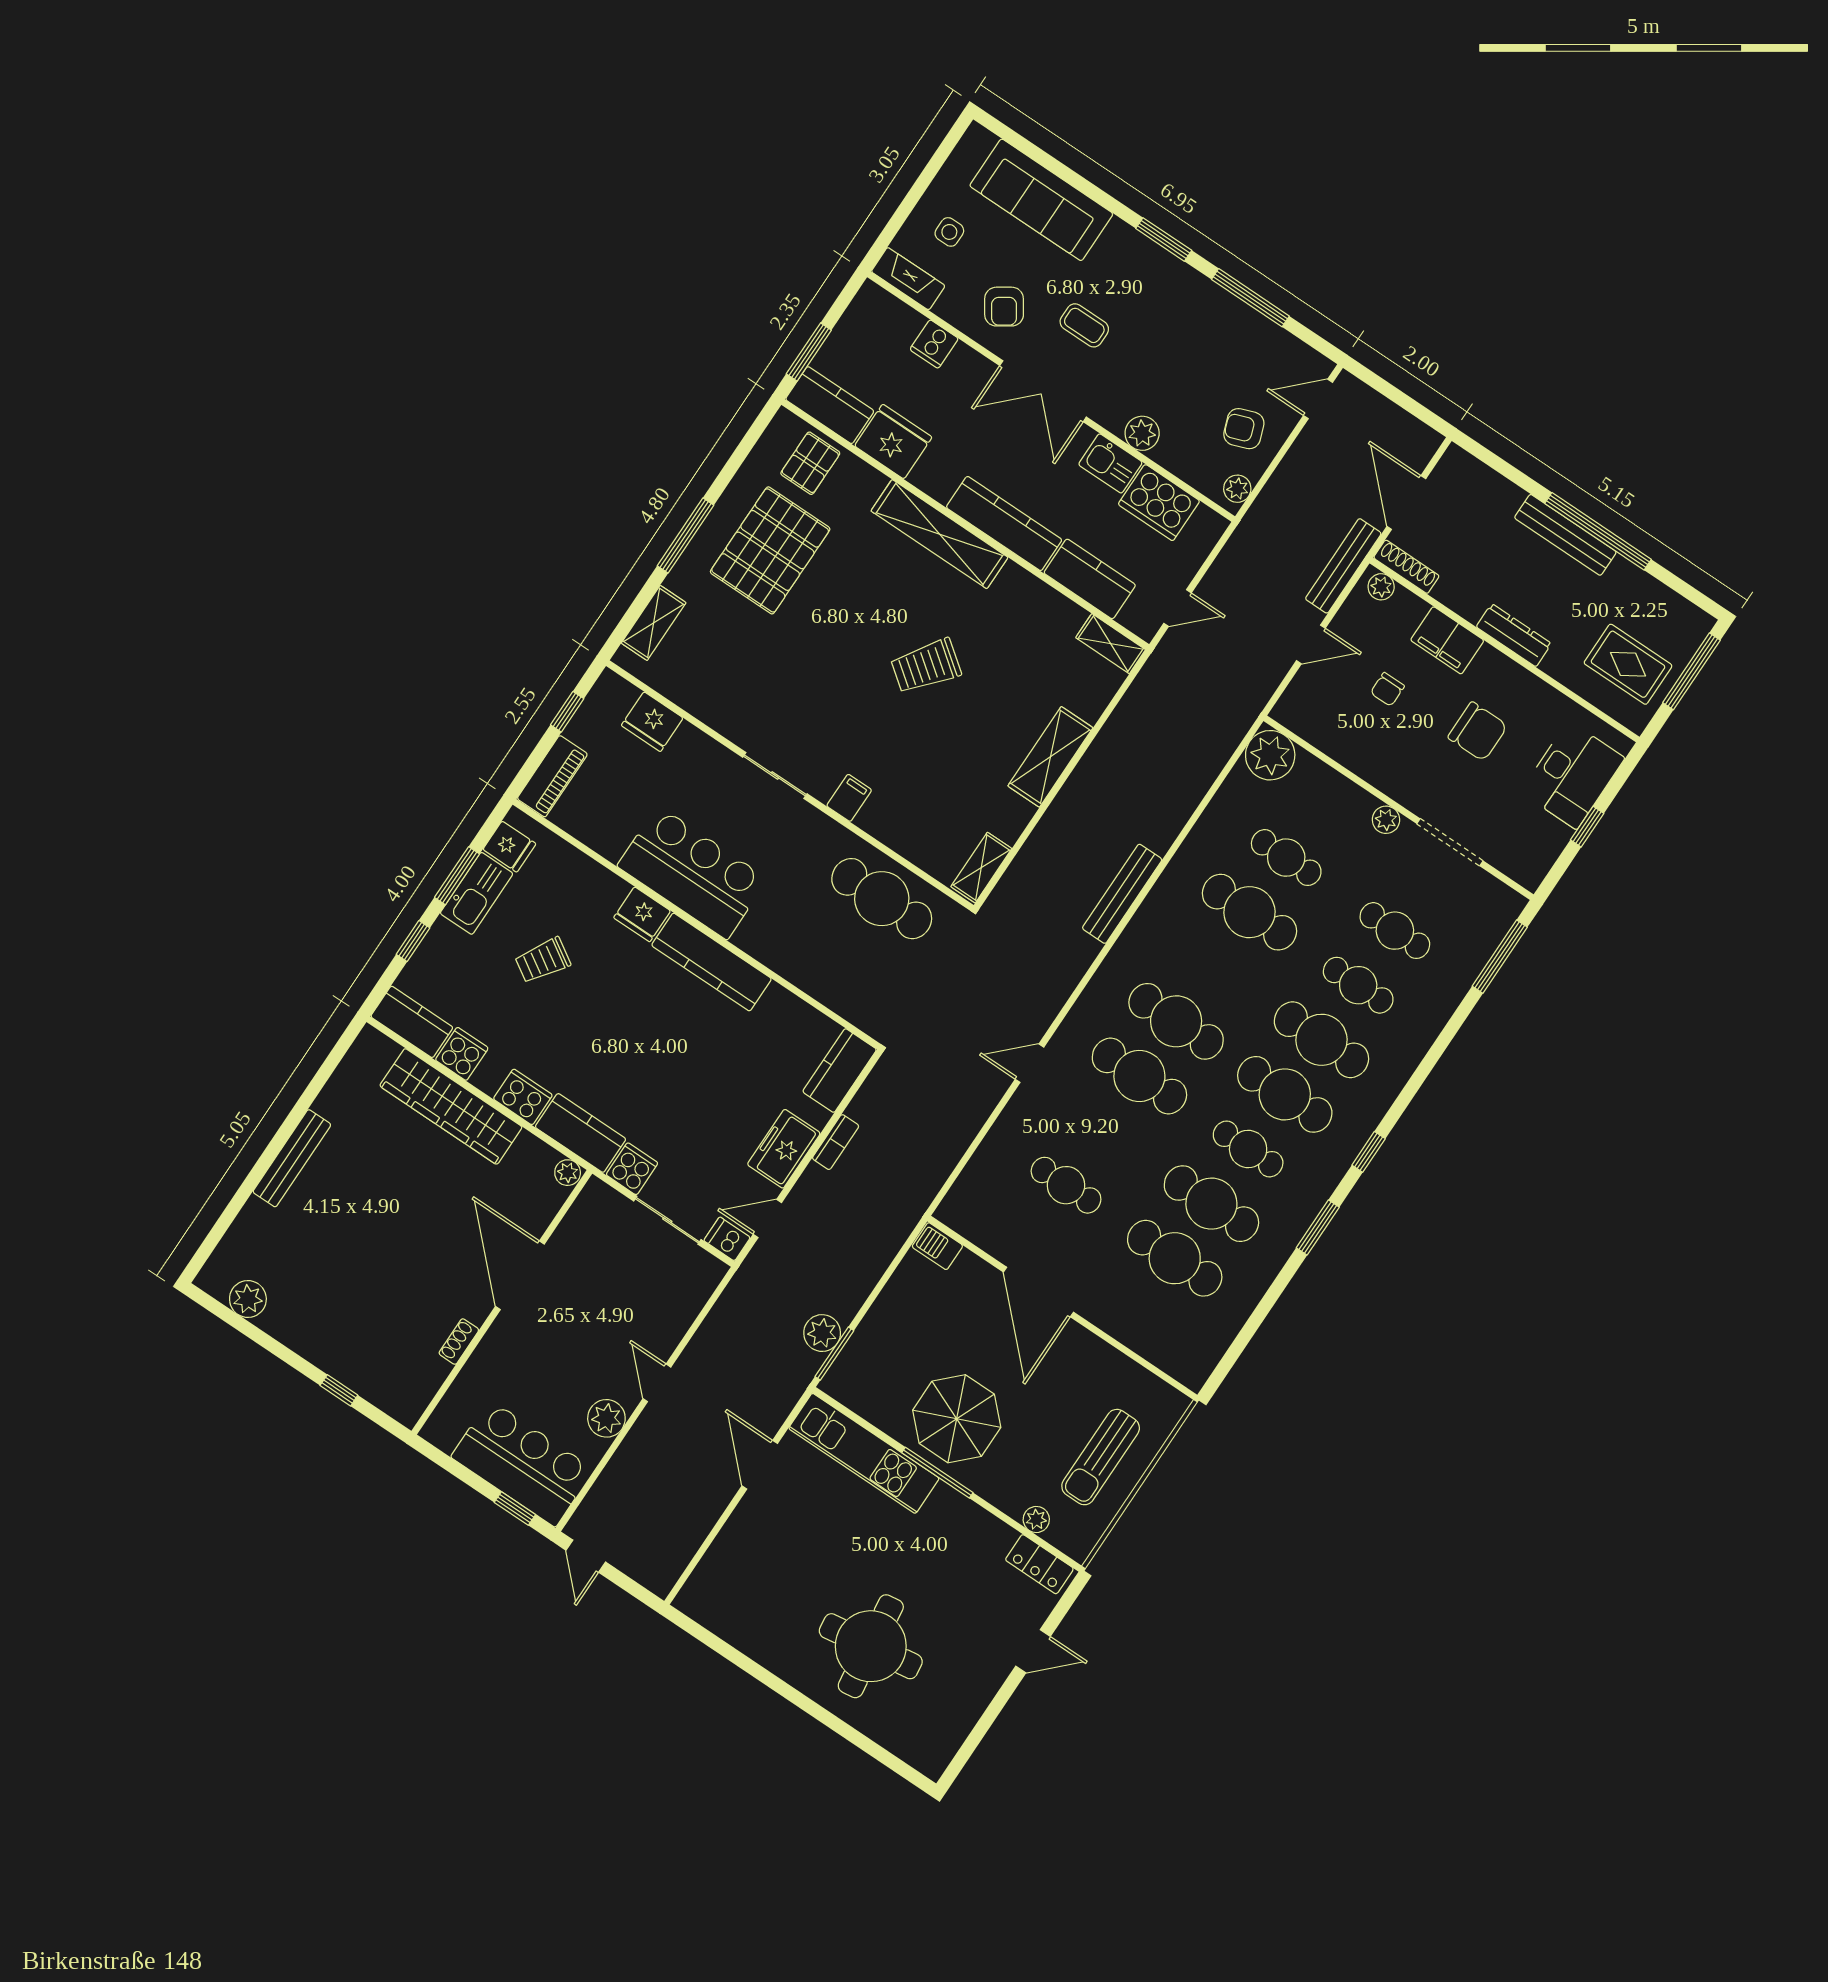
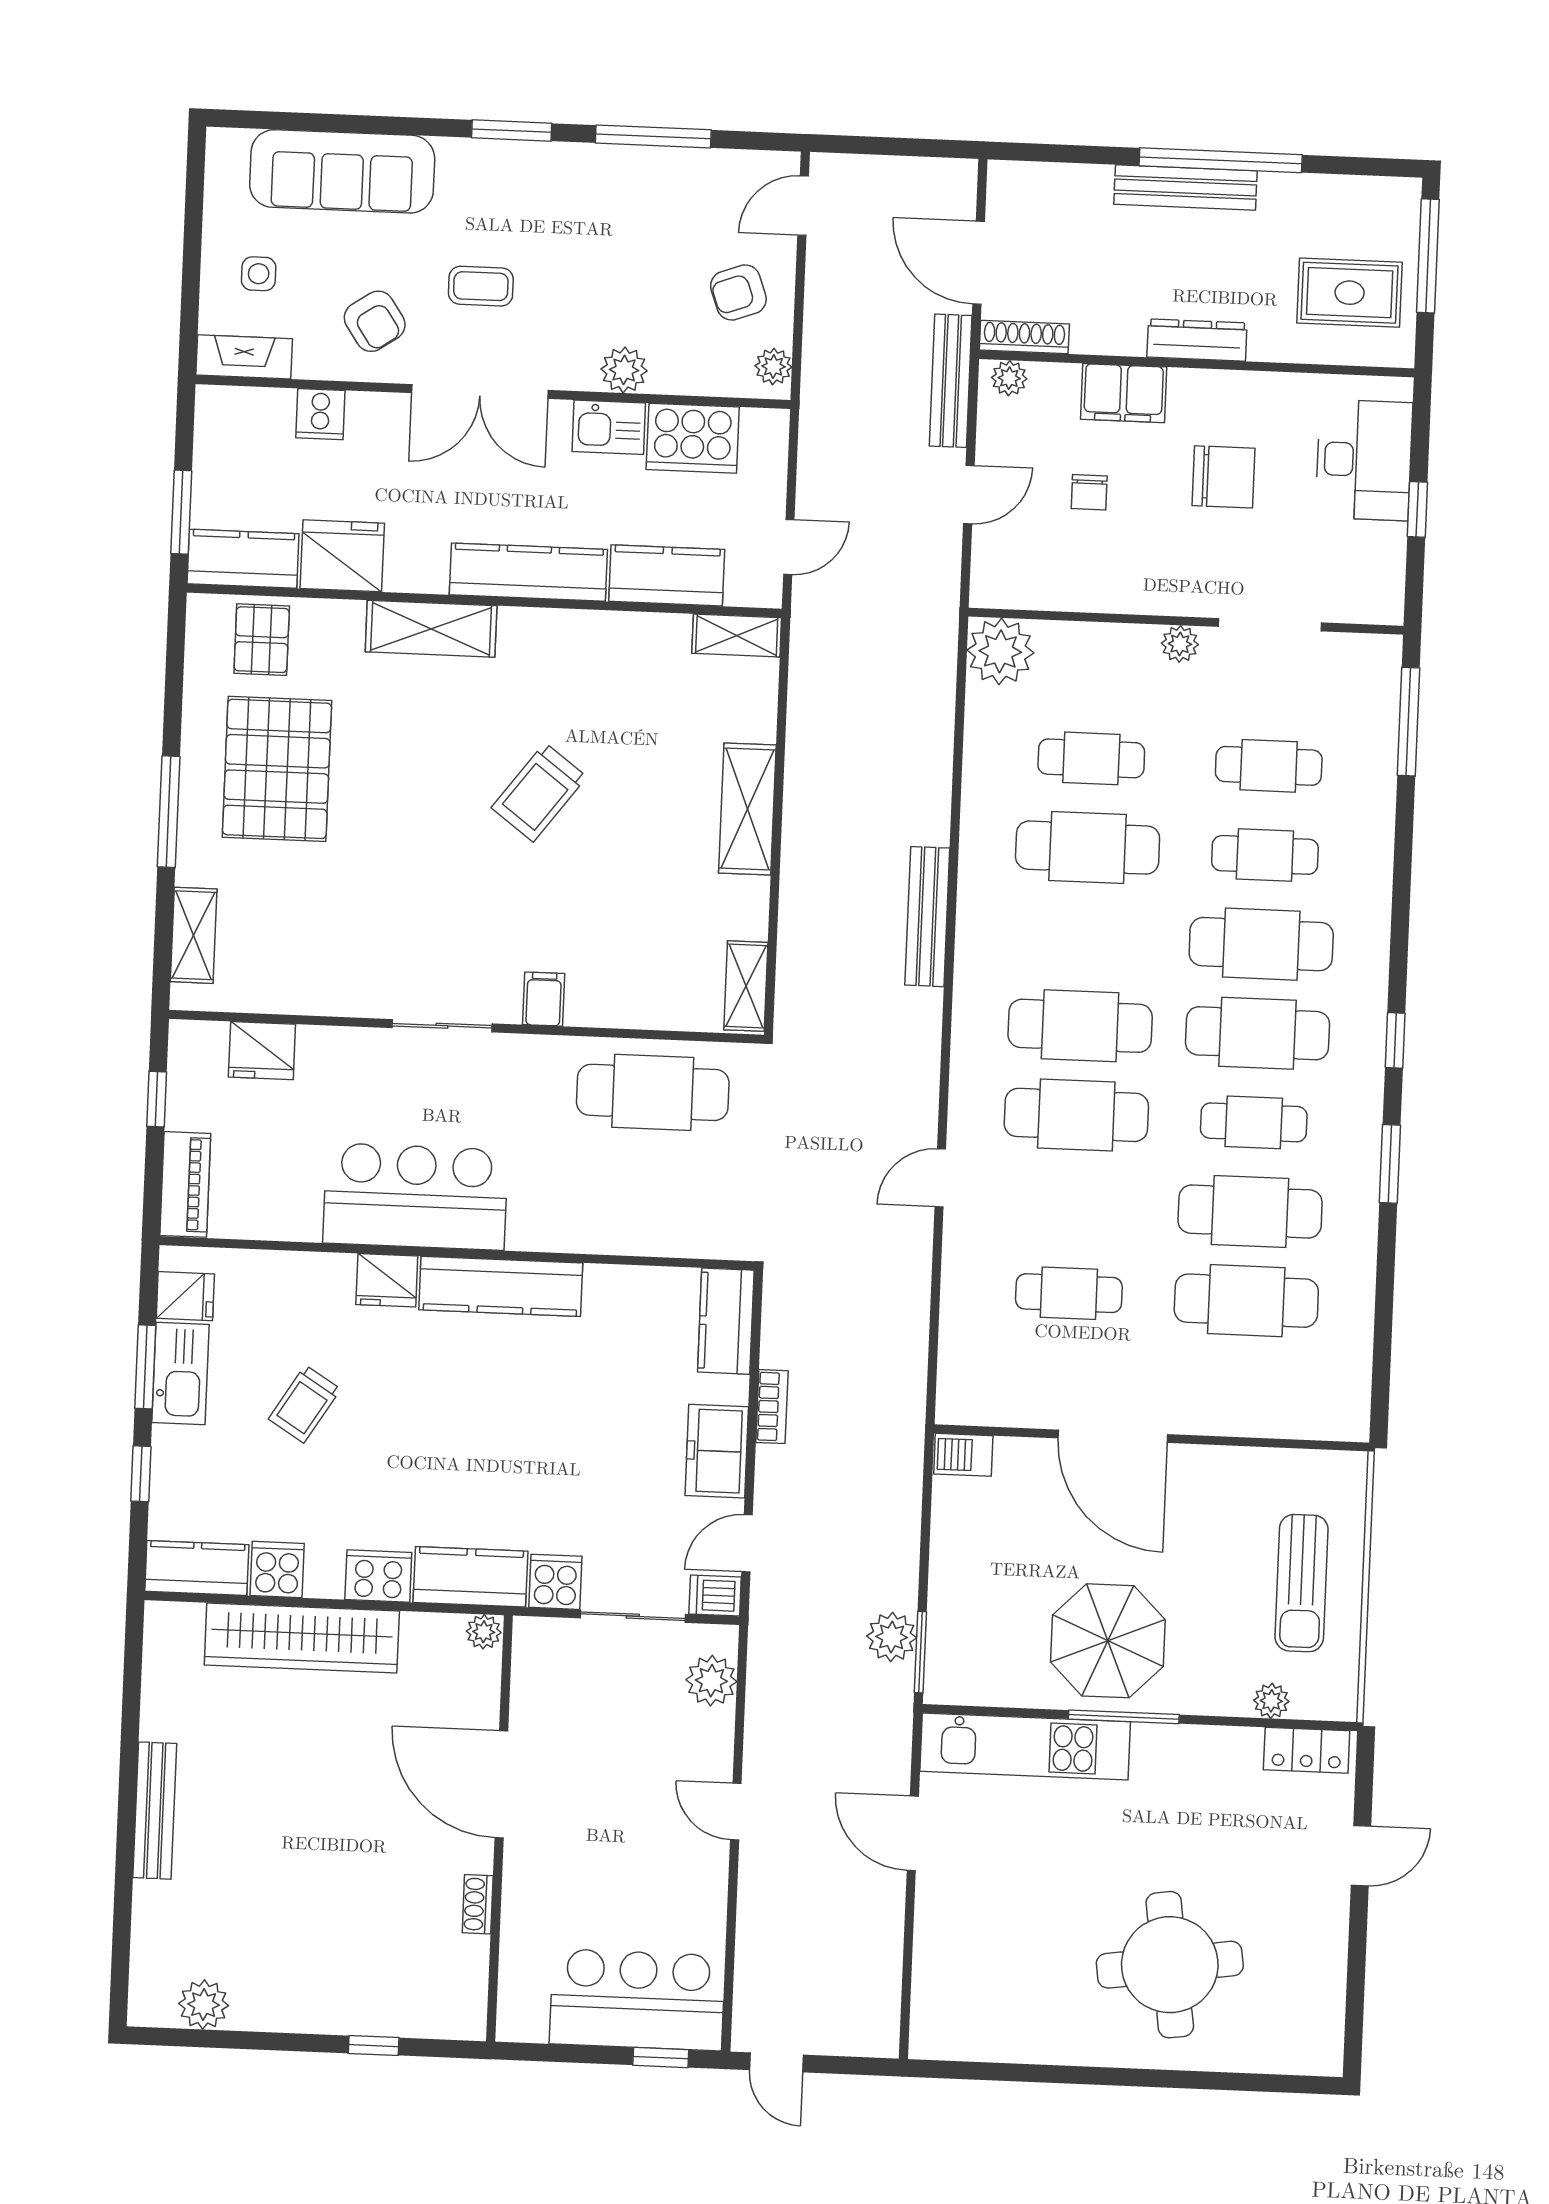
shelving: (939, 534) -> (431, 629), width x0.68
plant: (606, 1418) -> (711, 1681), moved

